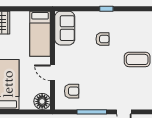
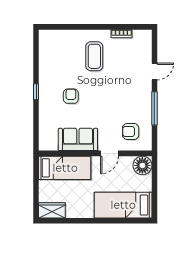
sofa: (65, 28) -> (78, 139), moved
armchair: (72, 91) -> (131, 131), turned -90

